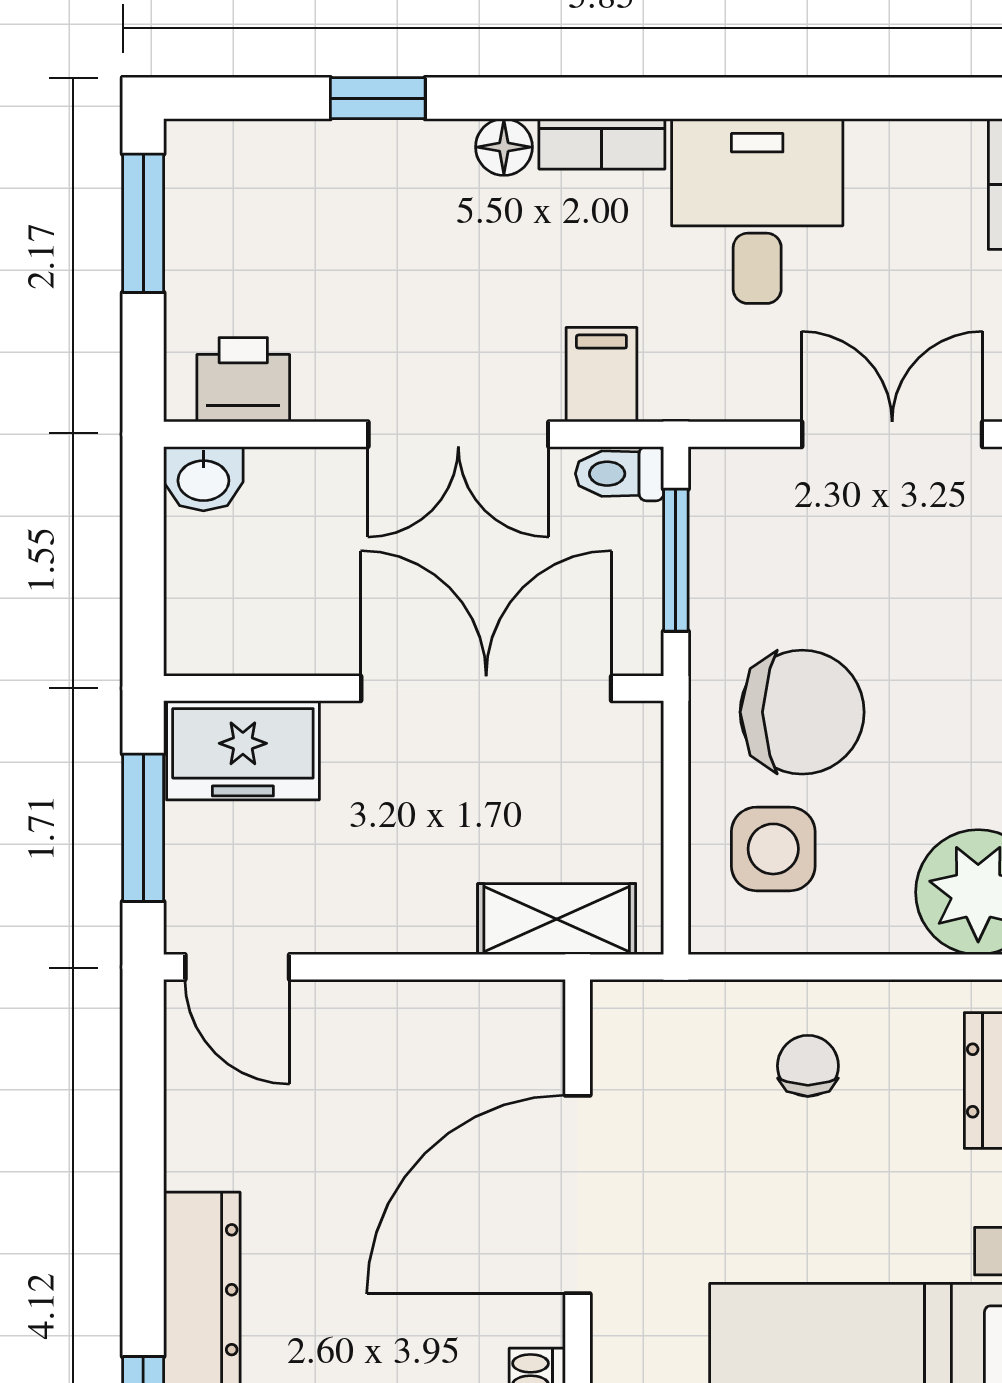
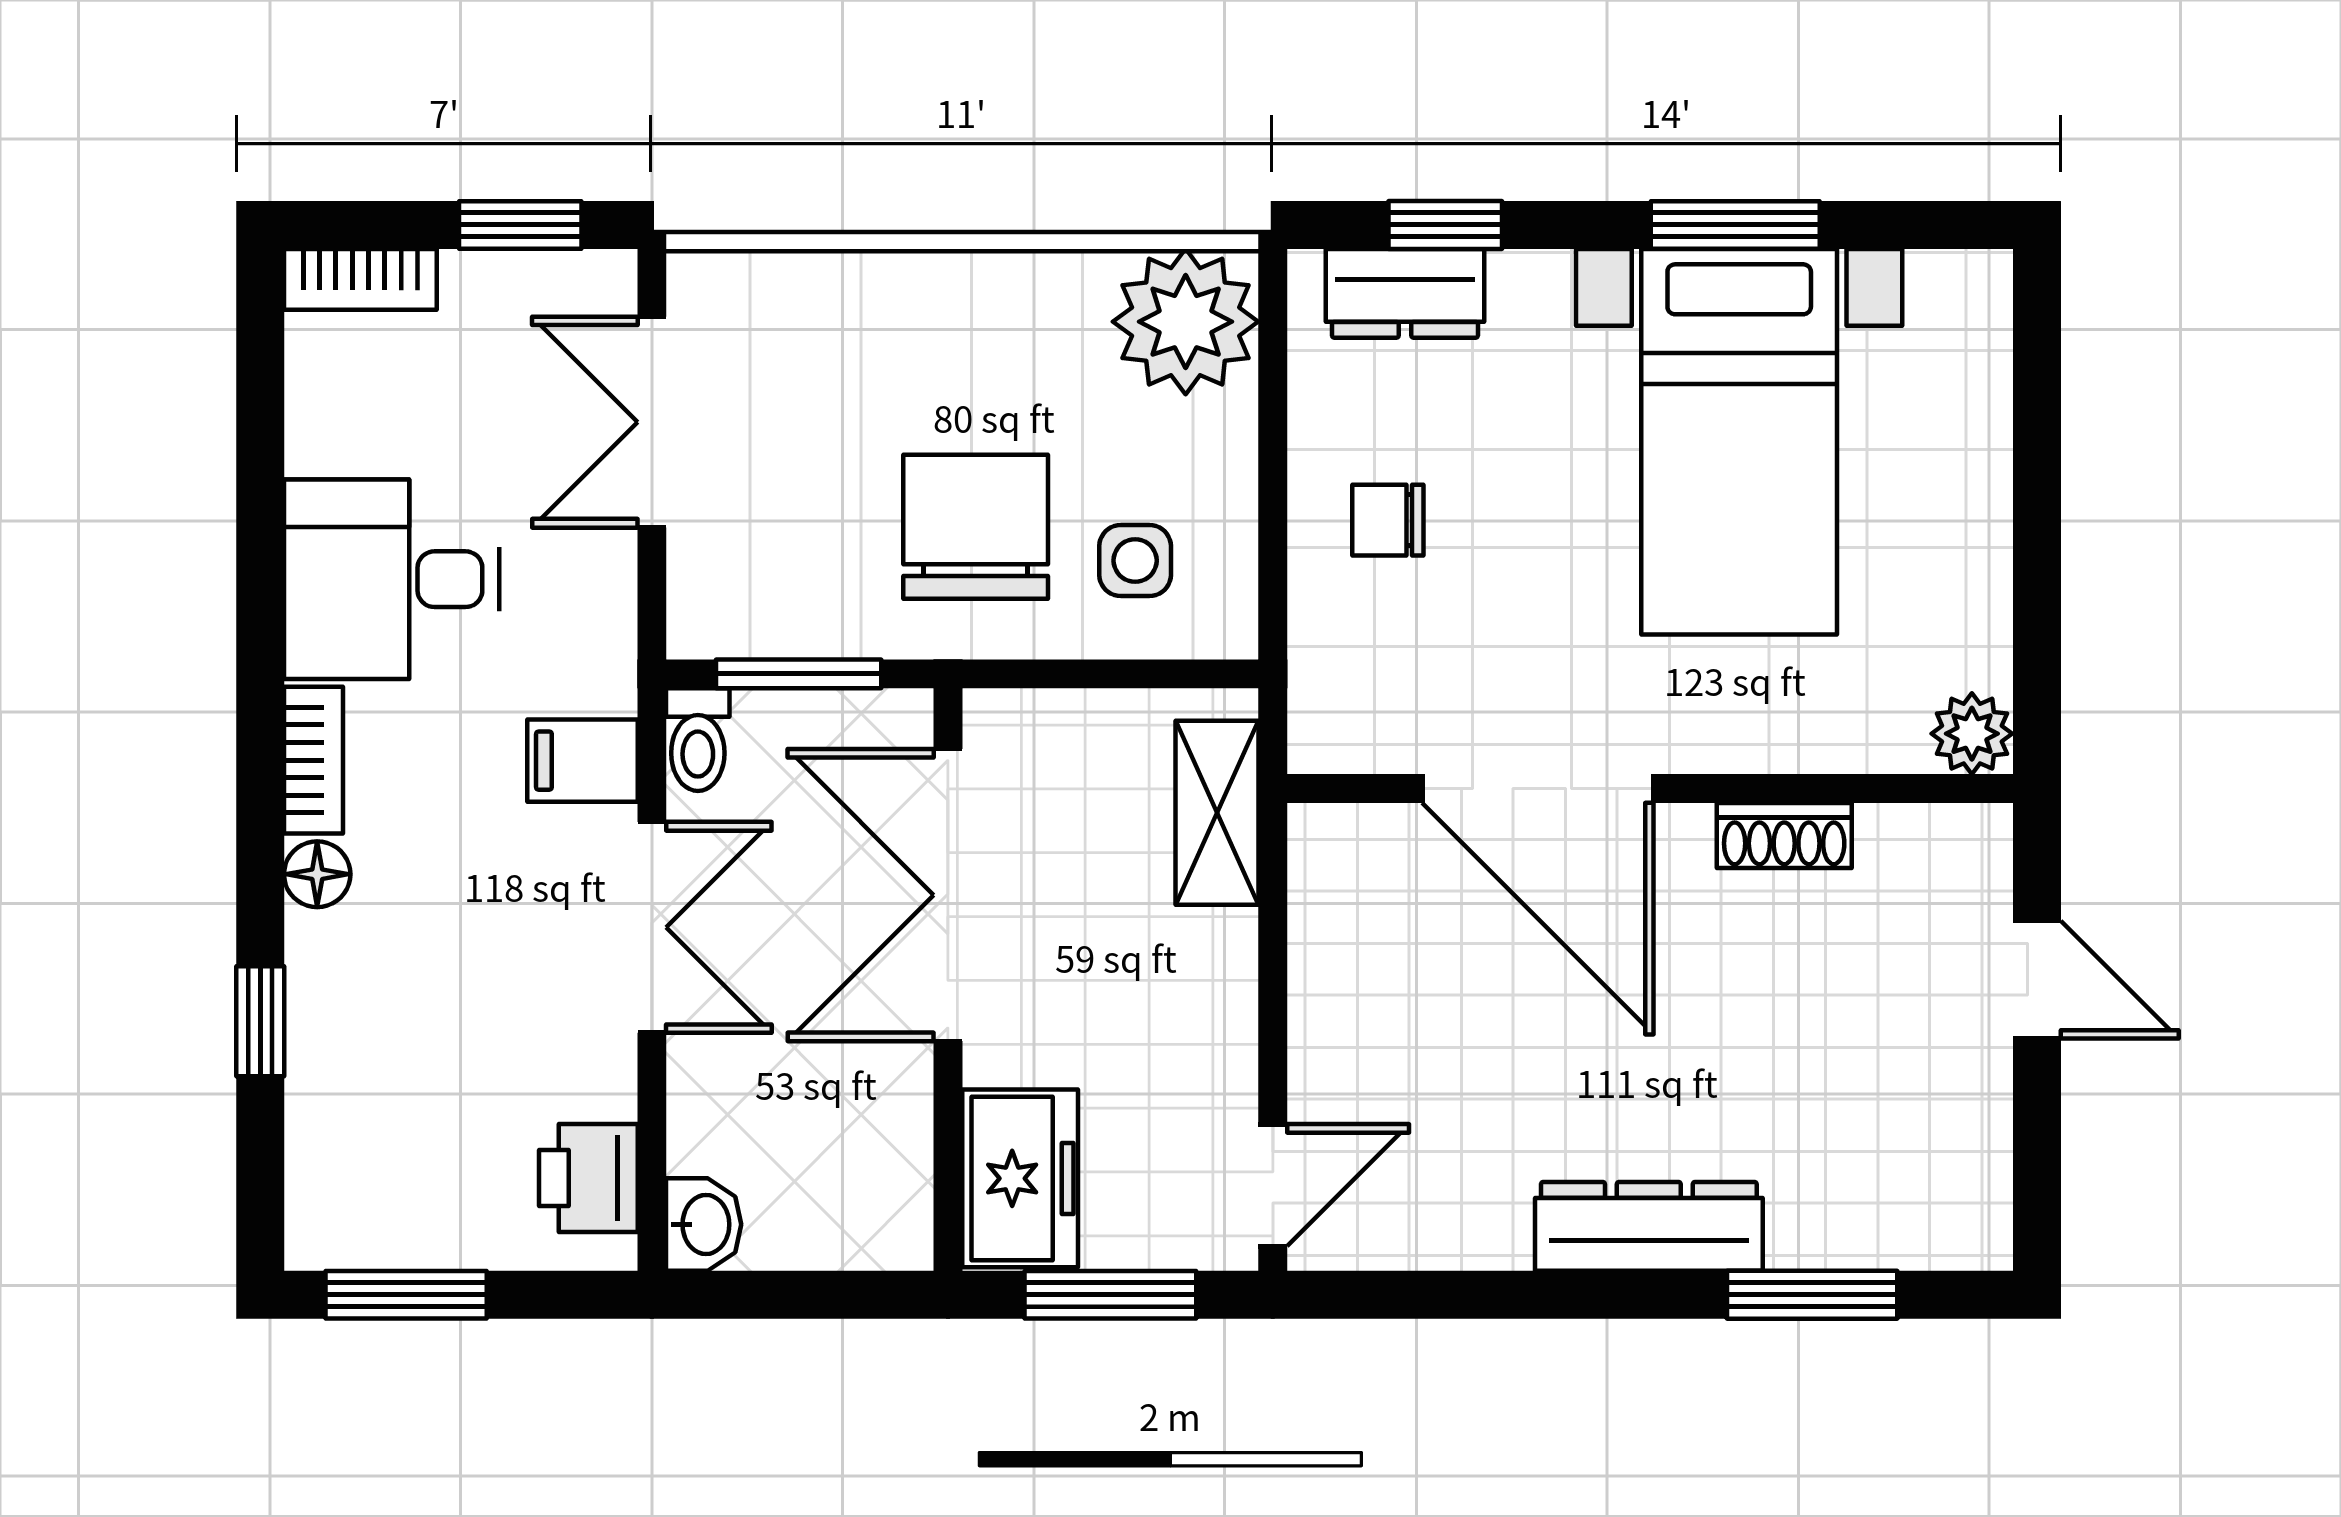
side table: (773, 849) -> (1135, 561), width x0.73, depth x0.73

